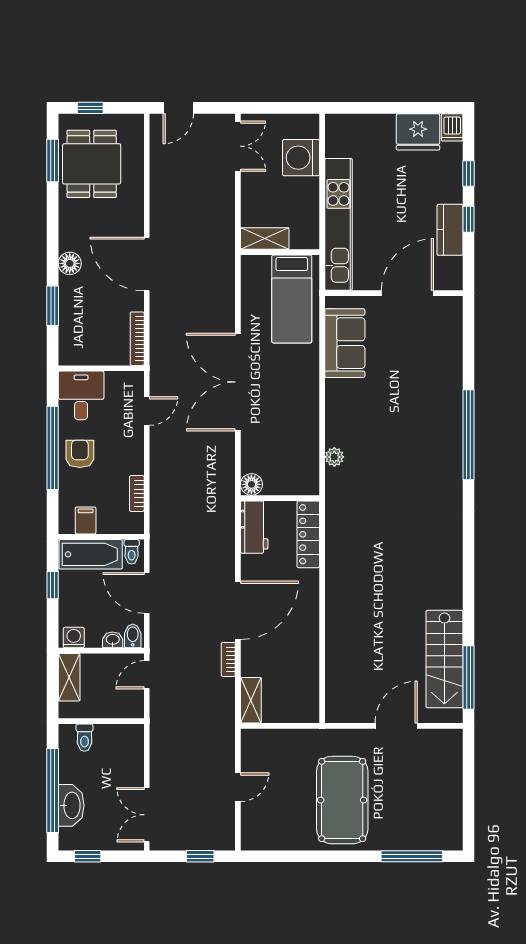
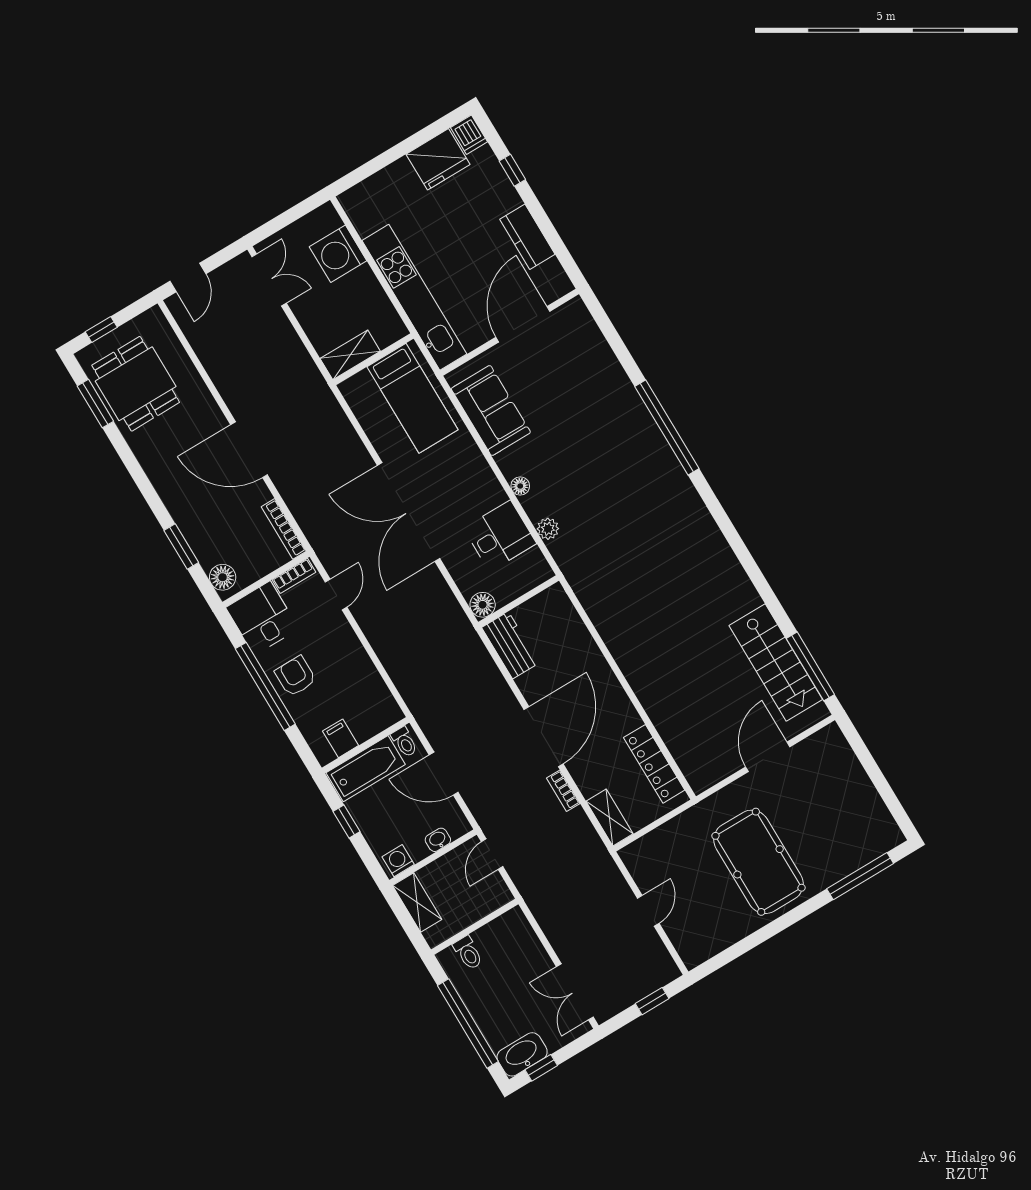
window: (469, 219) -> (539, 215), removed
floor lamp: (70, 263) -> (223, 577), moved
floor lamp: (333, 413) -> (520, 486), added
desk: (295, 441) -> (500, 536), added
bookcase: (137, 494) -> (294, 576), moved, turned -90
locker: (308, 534) -> (654, 764), moved
bidet: (133, 636) -> (455, 824), removed
washbasin: (71, 805) -> (522, 1054), moved, turned -90

